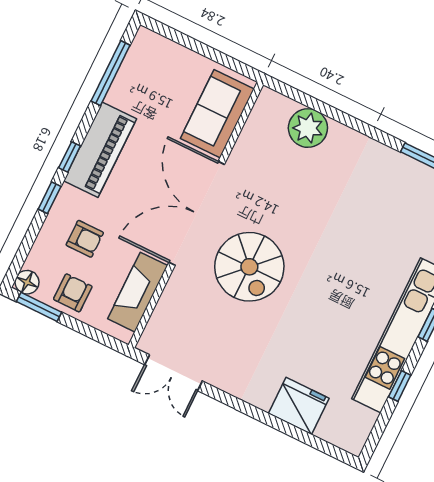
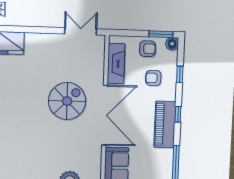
window: (50, 198) -> (180, 74), moved
spiral stairs: (249, 267) -> (67, 101), turned 90
armchair: (73, 293) -> (148, 49), turned -90

